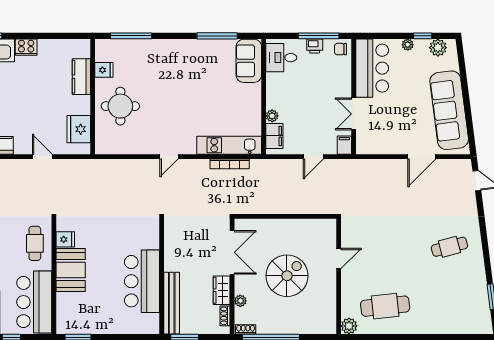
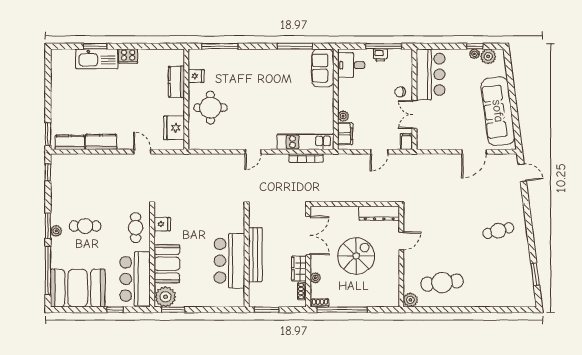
plant: (408, 45) -> (474, 54), moved
chair: (341, 49) -> (400, 92), moved
dresser: (313, 227) -> (379, 213), added
booth: (71, 270) -> (167, 264), moved
bench: (172, 303) -> (255, 255), moved
plant: (69, 322) -> (165, 297), added

